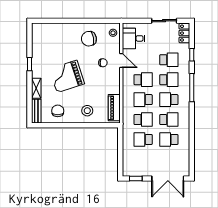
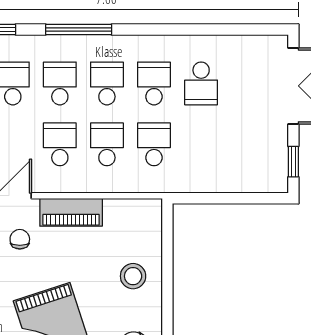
school desk: (143, 100) -> (107, 144), turned 180
school desk: (169, 100) -> (107, 83), turned 180
piano: (114, 108) -> (71, 212), moved
school desk: (143, 139) -> (201, 144), removed

